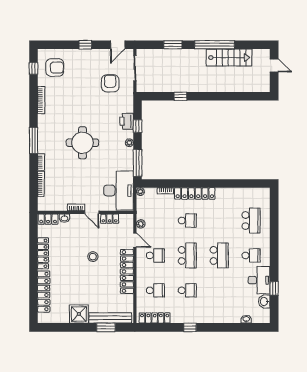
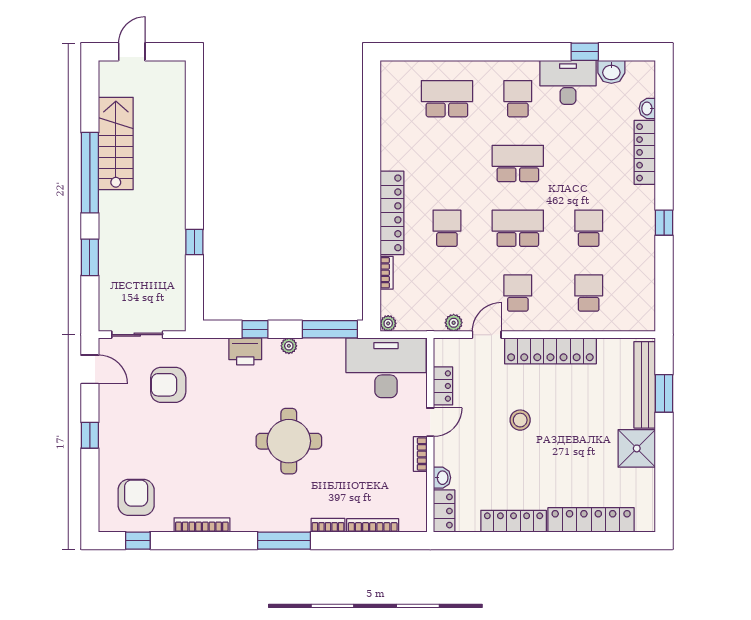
locker: (155, 318) -> (645, 152), moved

